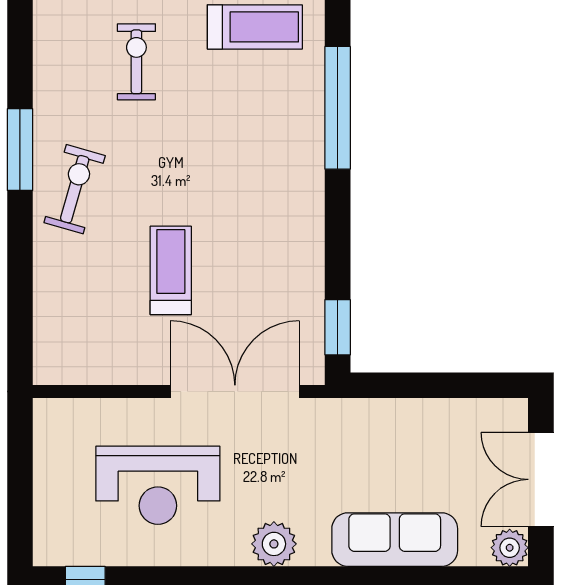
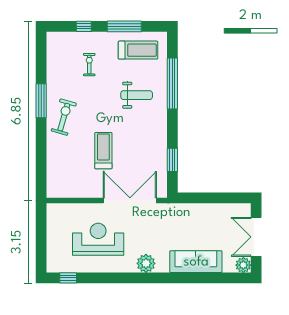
exercise bike: (136, 62) -> (89, 65), width x0.73, depth x0.72
weight bench: (251, 136) -> (137, 95), added
window: (338, 327) -> (172, 160), moved
reception desk: (158, 485) -> (98, 239), turned 180

